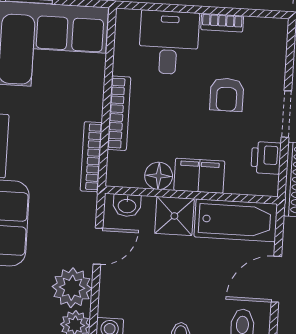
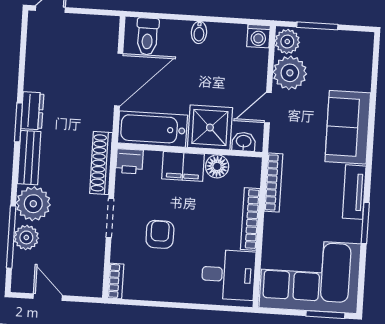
bookcase: (222, 23) -> (116, 281), moved, turned 90
desk: (169, 42) -> (228, 275), moved, turned -90
printer: (266, 158) -> (130, 161), moved, turned 90
shower: (174, 216) -> (210, 127), width x1.36, depth x1.36
door: (276, 279) -> (119, 80), width x1.36

